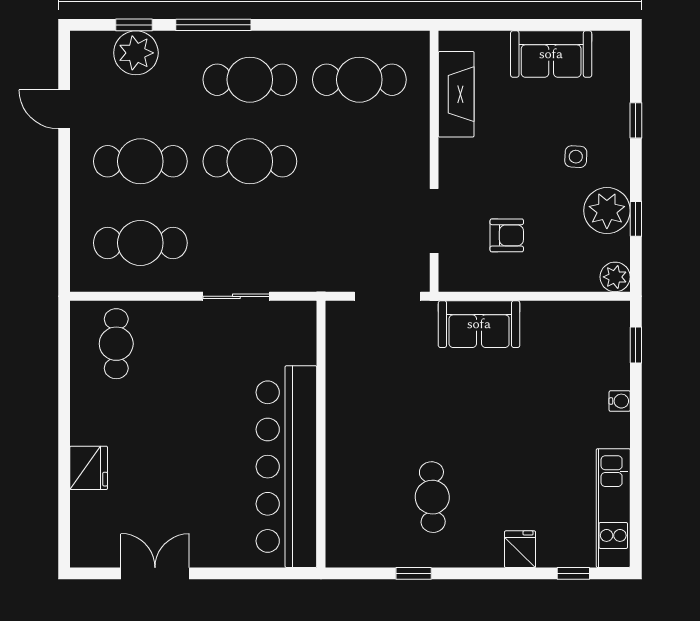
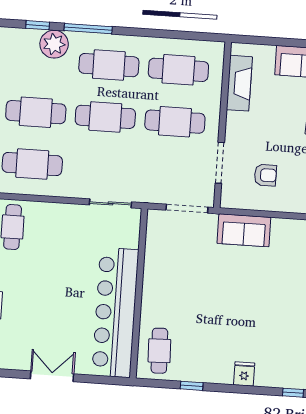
plant: (136, 53) -> (54, 44), moved
cafe table: (359, 161) -> (175, 122), added
sliding door: (236, 296) -> (110, 203), moved
cafe table: (432, 497) -> (159, 351), moved
fridge: (520, 549) -> (244, 374), moved
double door: (155, 573) -> (52, 376), moved

